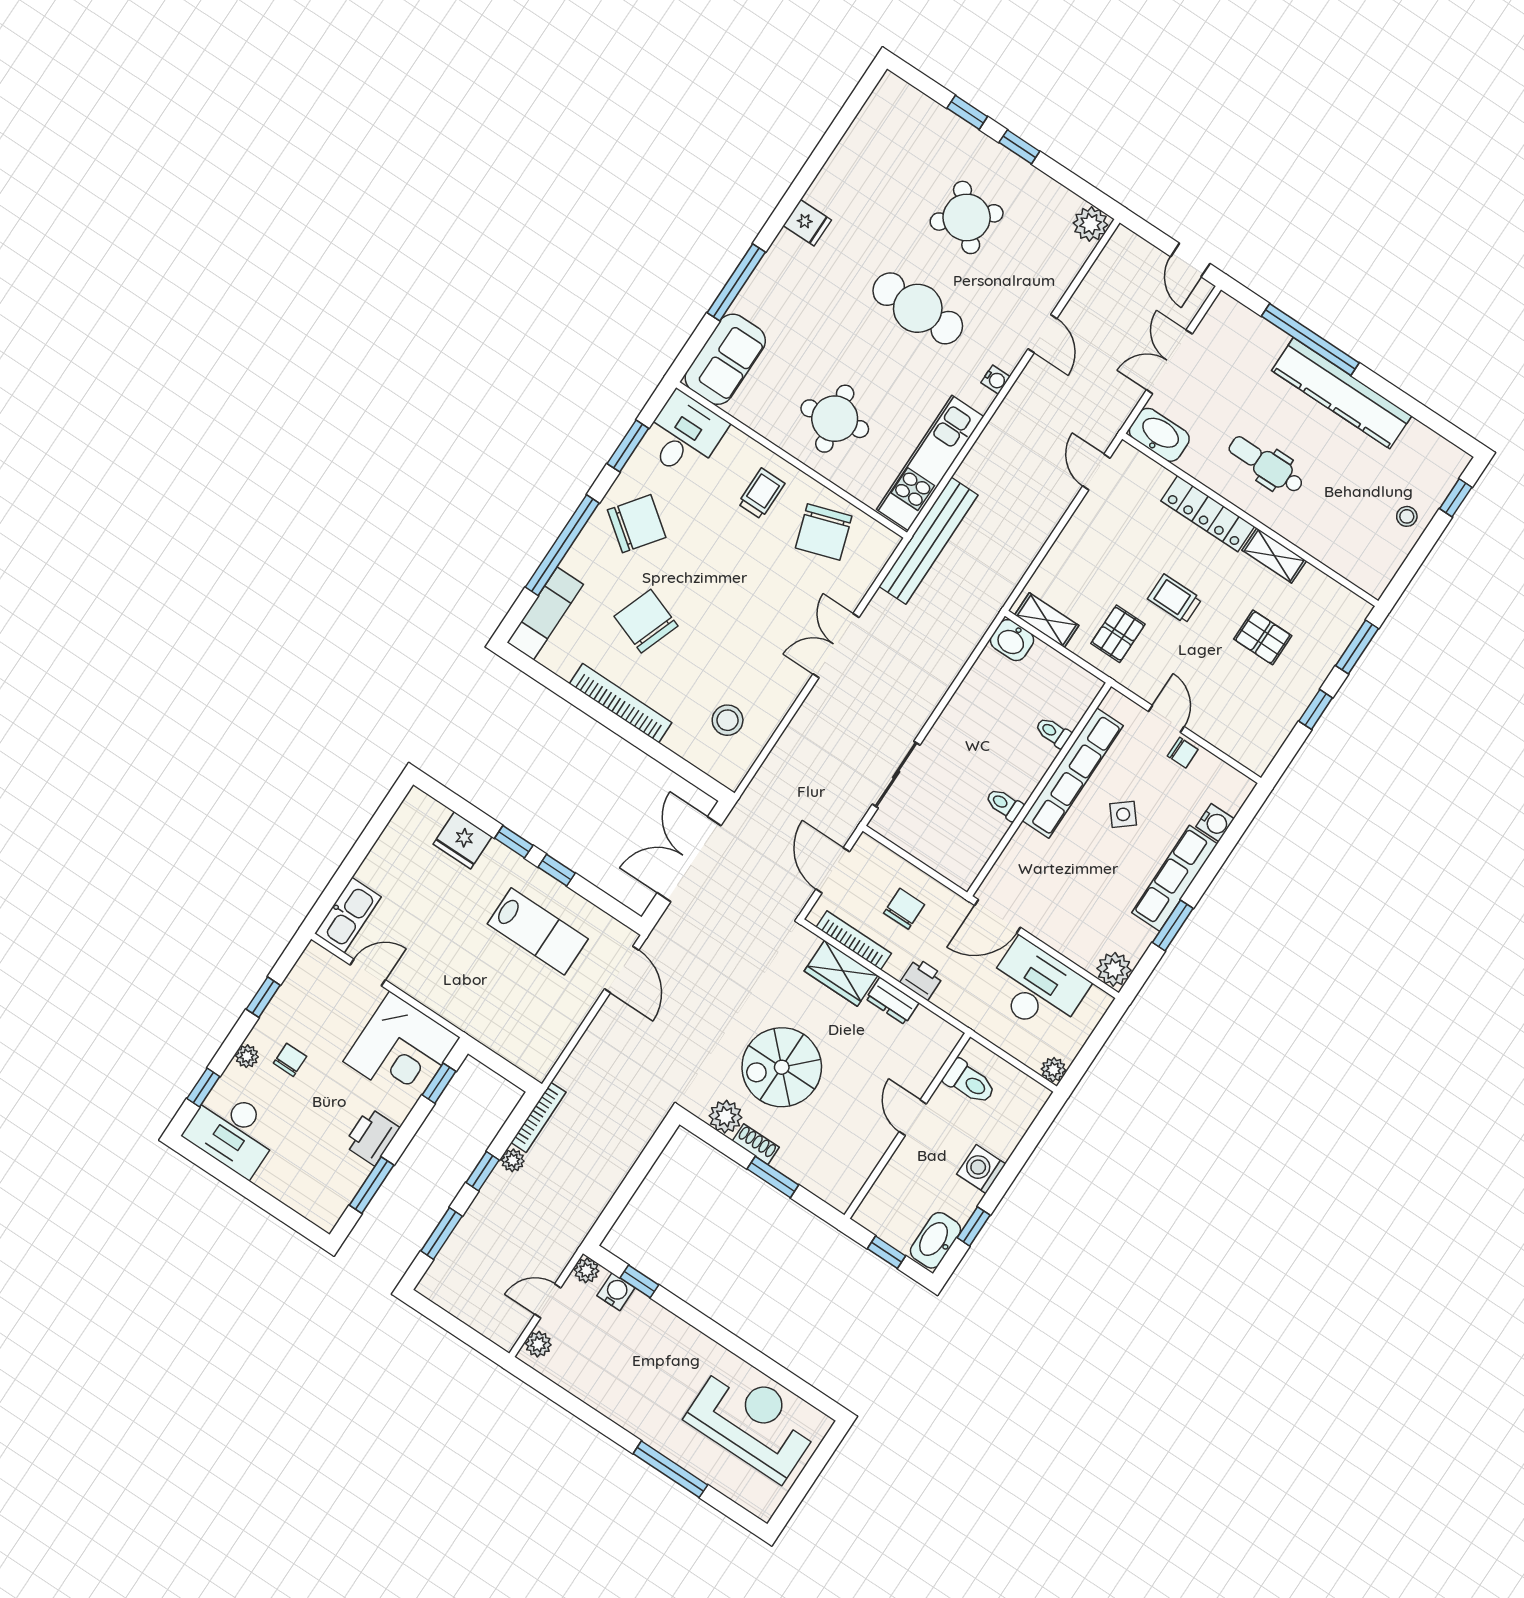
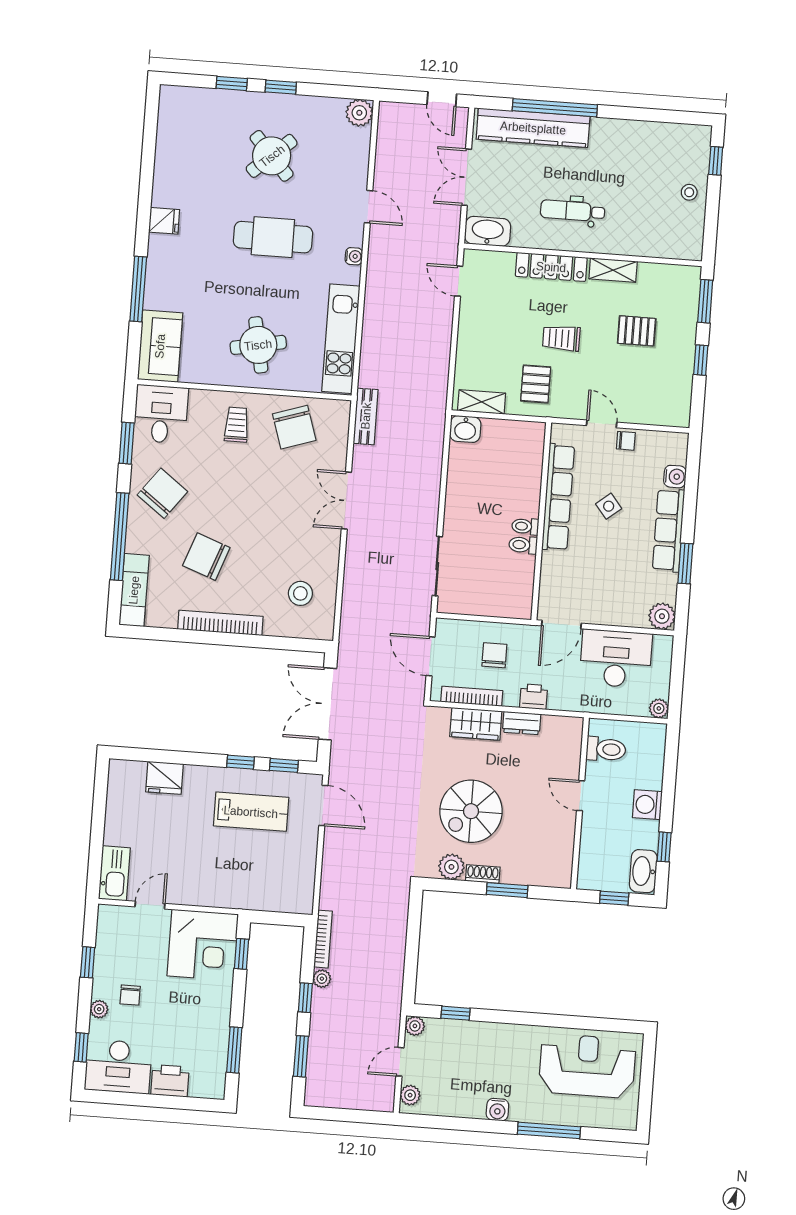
kitchen counter: (1342, 393) -> (533, 128), moved
bench: (929, 541) -> (366, 416), width x0.54, depth x0.82
toilet: (1053, 732) -> (525, 526), moved
window: (514, 842) -> (284, 765), moved
chair: (290, 1060) -> (130, 995), turned 180
printer: (372, 1136) -> (170, 1081), moved, turned 90
water cooler: (616, 1292) -> (497, 1110), moved, turned 180

